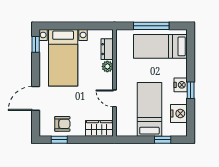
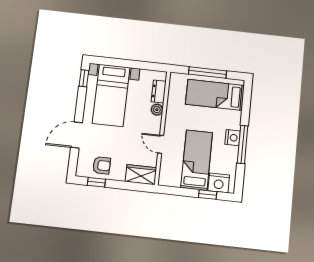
window: (191, 90) -> (243, 144), width x2.17
nightstand: (179, 114) -> (219, 183), moved, turned 90

